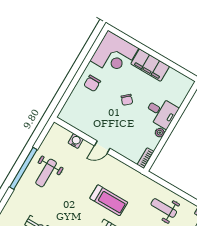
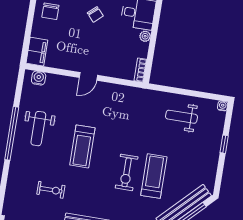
filing cabinet: (69, 111) -> (37, 52), added
water cooler: (76, 141) -> (39, 78), moved
treadmill: (109, 200) -> (82, 146), moved, turned 90

